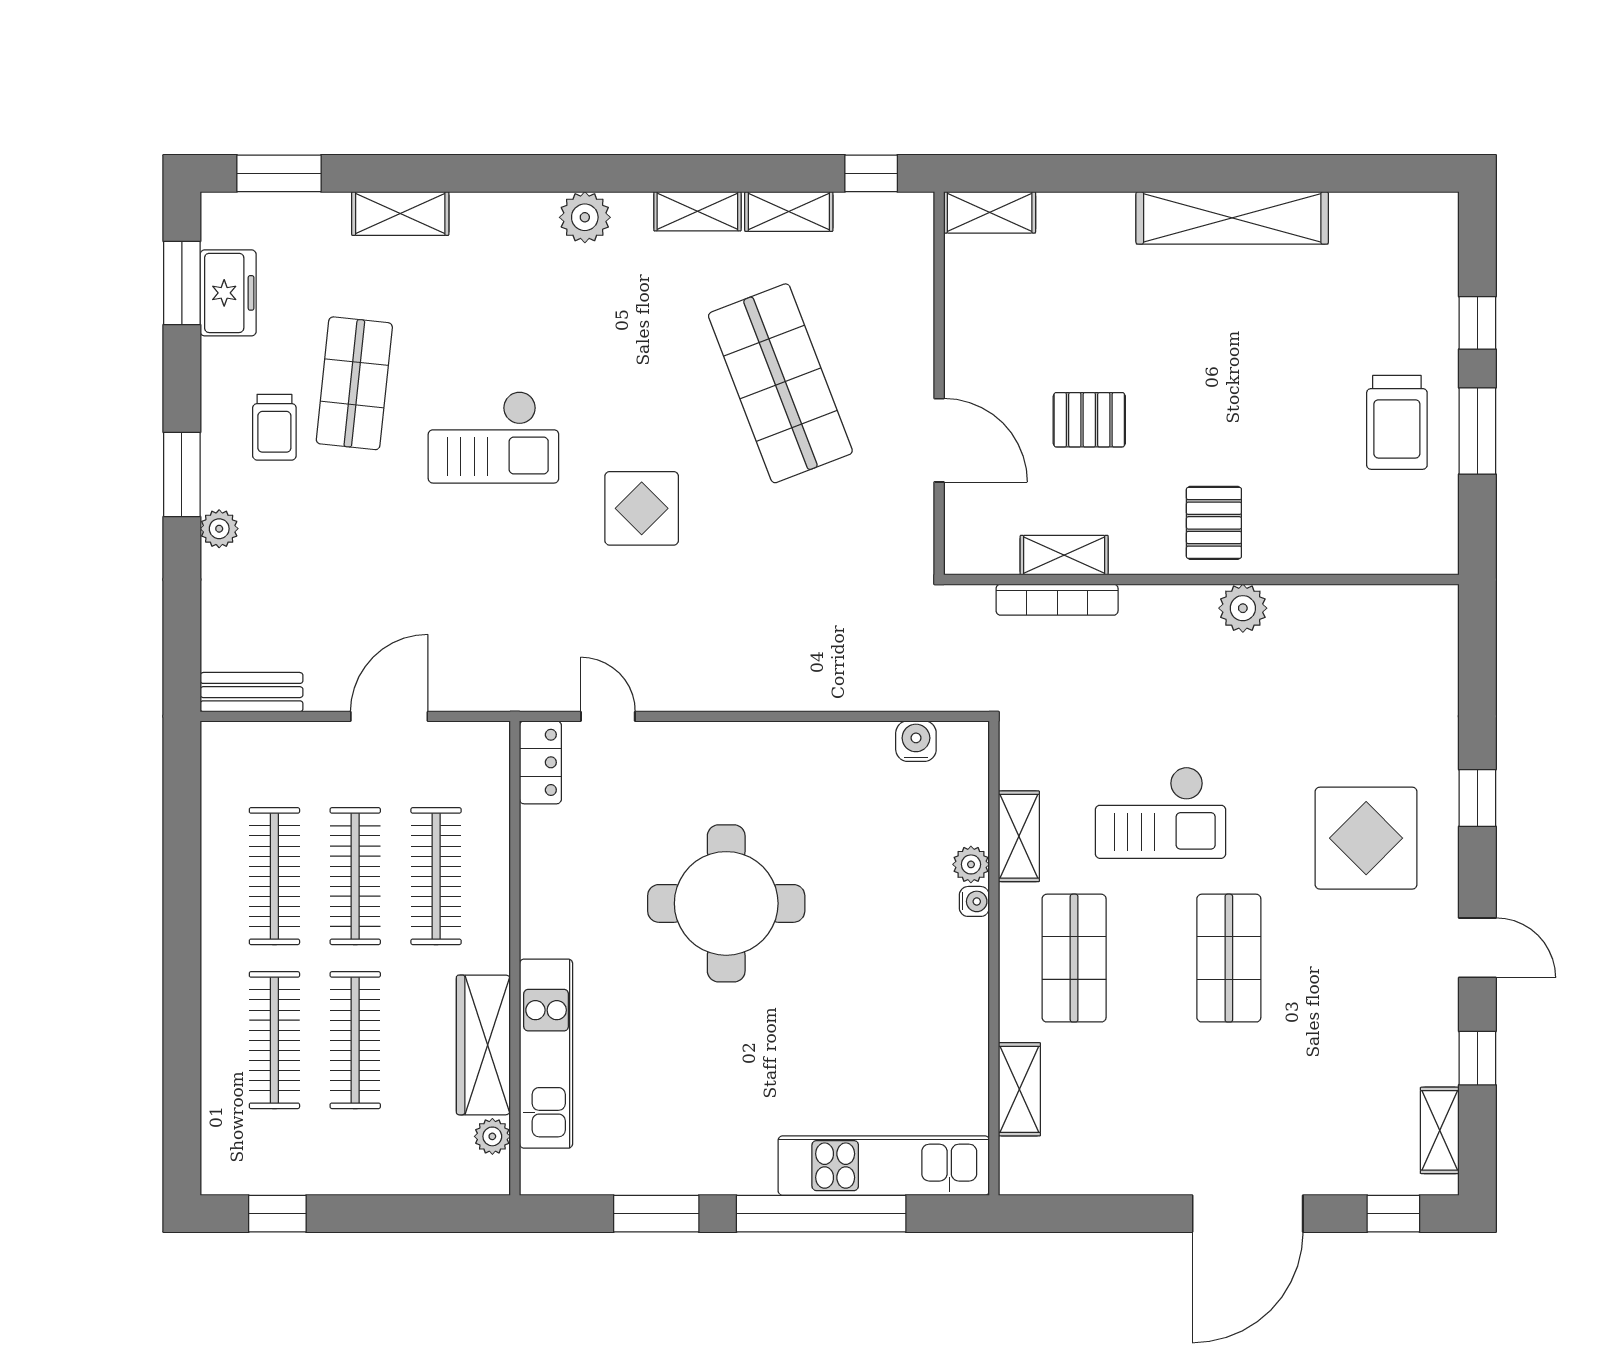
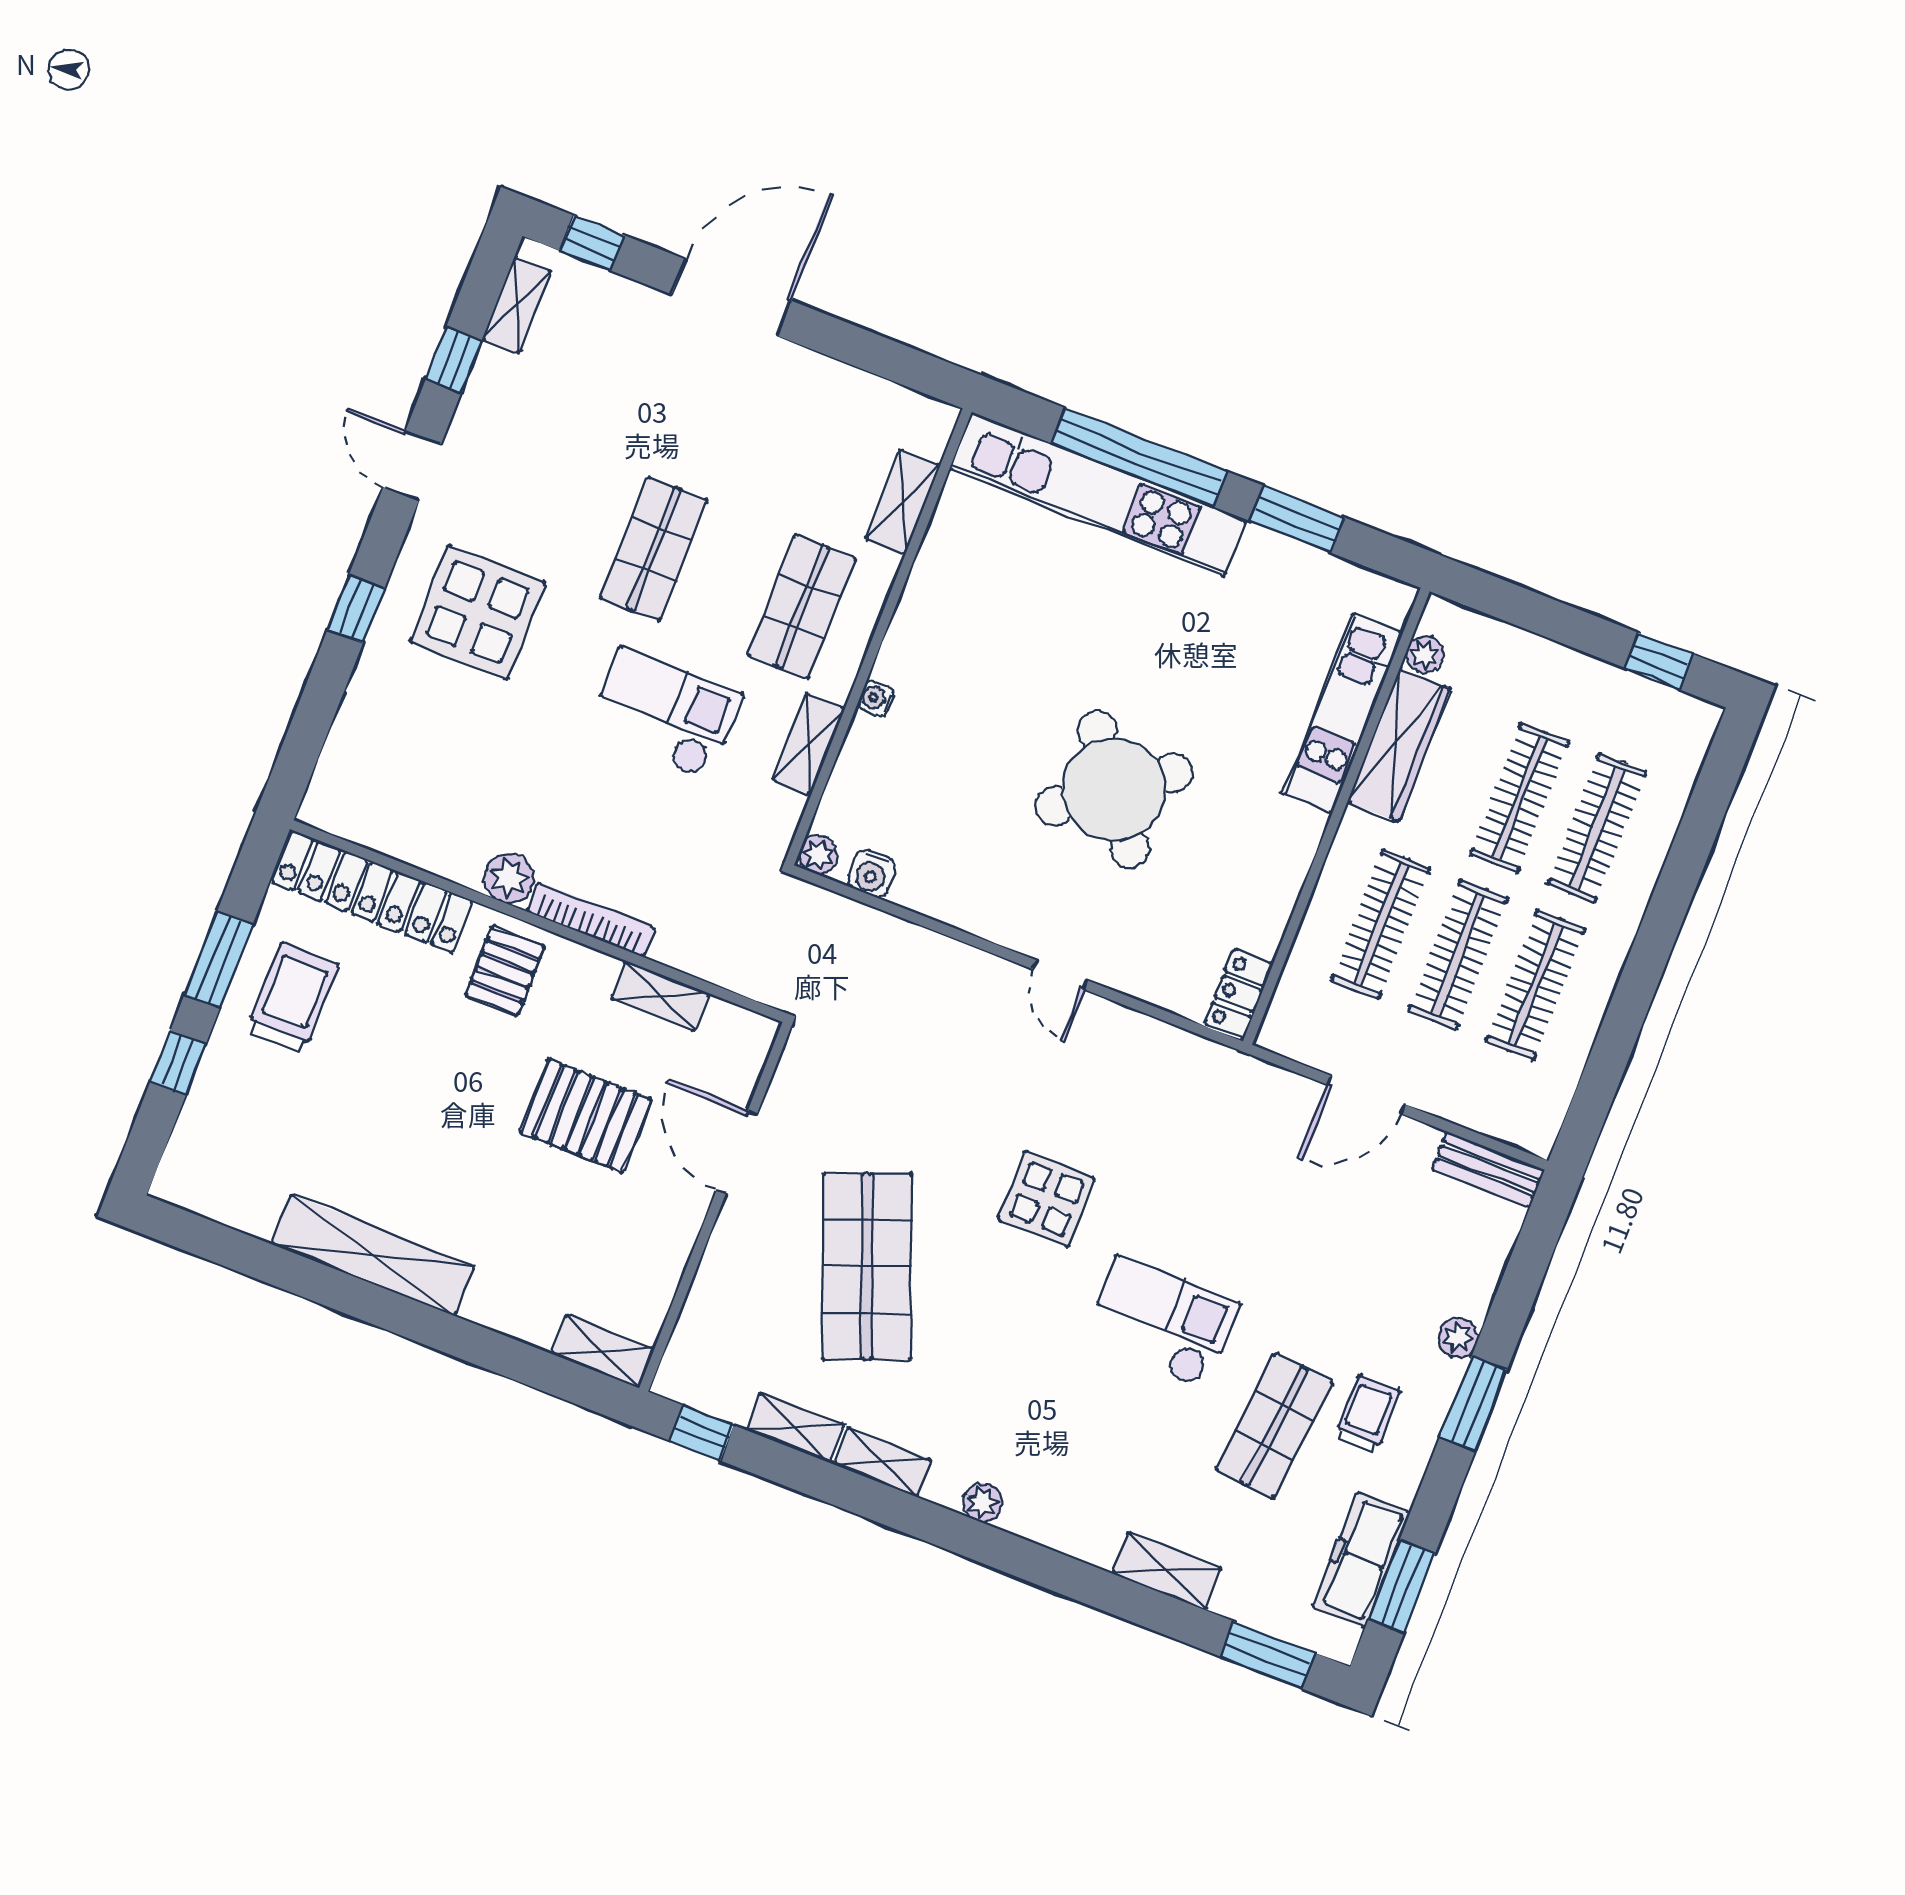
plant: (585, 217) -> (983, 1502), width x0.73, depth x0.73
freezer: (228, 293) -> (1361, 1560), width x1.40
pallet: (1089, 420) -> (585, 1116), width x1.50, depth x1.42
locker: (1362, 547) -> (372, 892), added
bookcase: (1057, 600) -> (591, 920), moved
door: (608, 716) -> (1060, 975), moved
plant: (971, 864) -> (818, 855), moved
round table: (726, 903) -> (1114, 789), turned -37
kitchen unit: (884, 1166) -> (1098, 494), width x1.36

